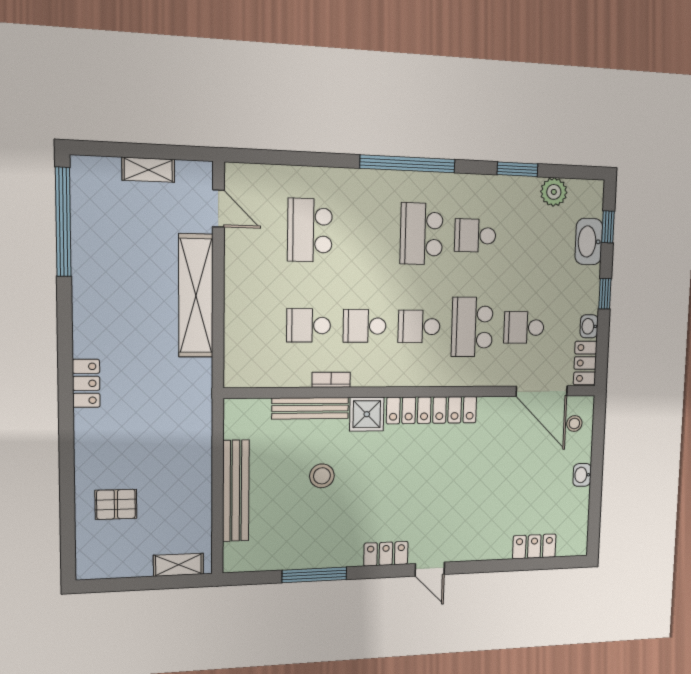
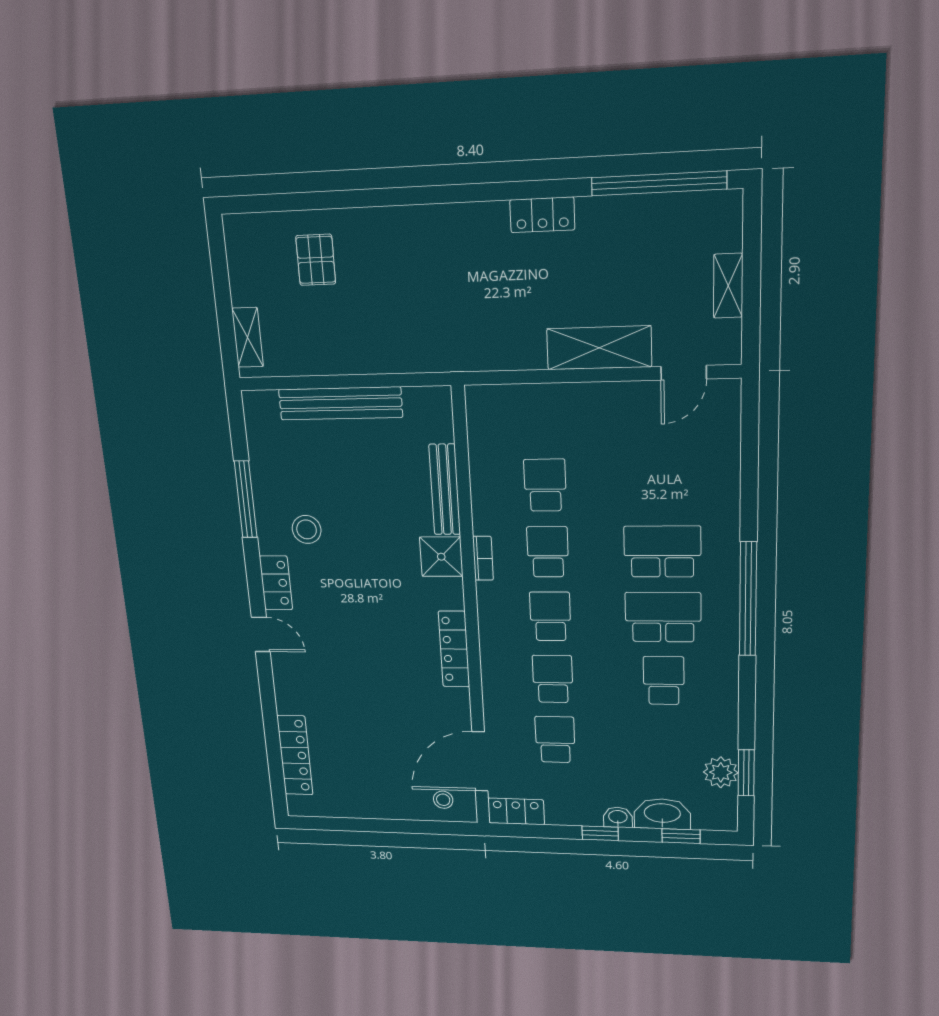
window: (517, 169) -> (746, 773), moved
school desk: (310, 230) -> (662, 552), moved
shelving: (196, 296) -> (599, 348), width x0.68
washbasin: (589, 326) -> (618, 817), moved
school desk: (472, 327) -> (553, 679), width x0.54
bookcase: (331, 380) -> (483, 558), moved
locker: (86, 383) -> (542, 215), moved
locker: (432, 410) -> (454, 649), width x0.71, depth x0.83
washbasin: (582, 475) -> (383, 809), removed
stool: (322, 476) -> (307, 529), moved
locker: (534, 546) -> (295, 755), width x1.53
door: (430, 569) -> (261, 634), swing flipped

